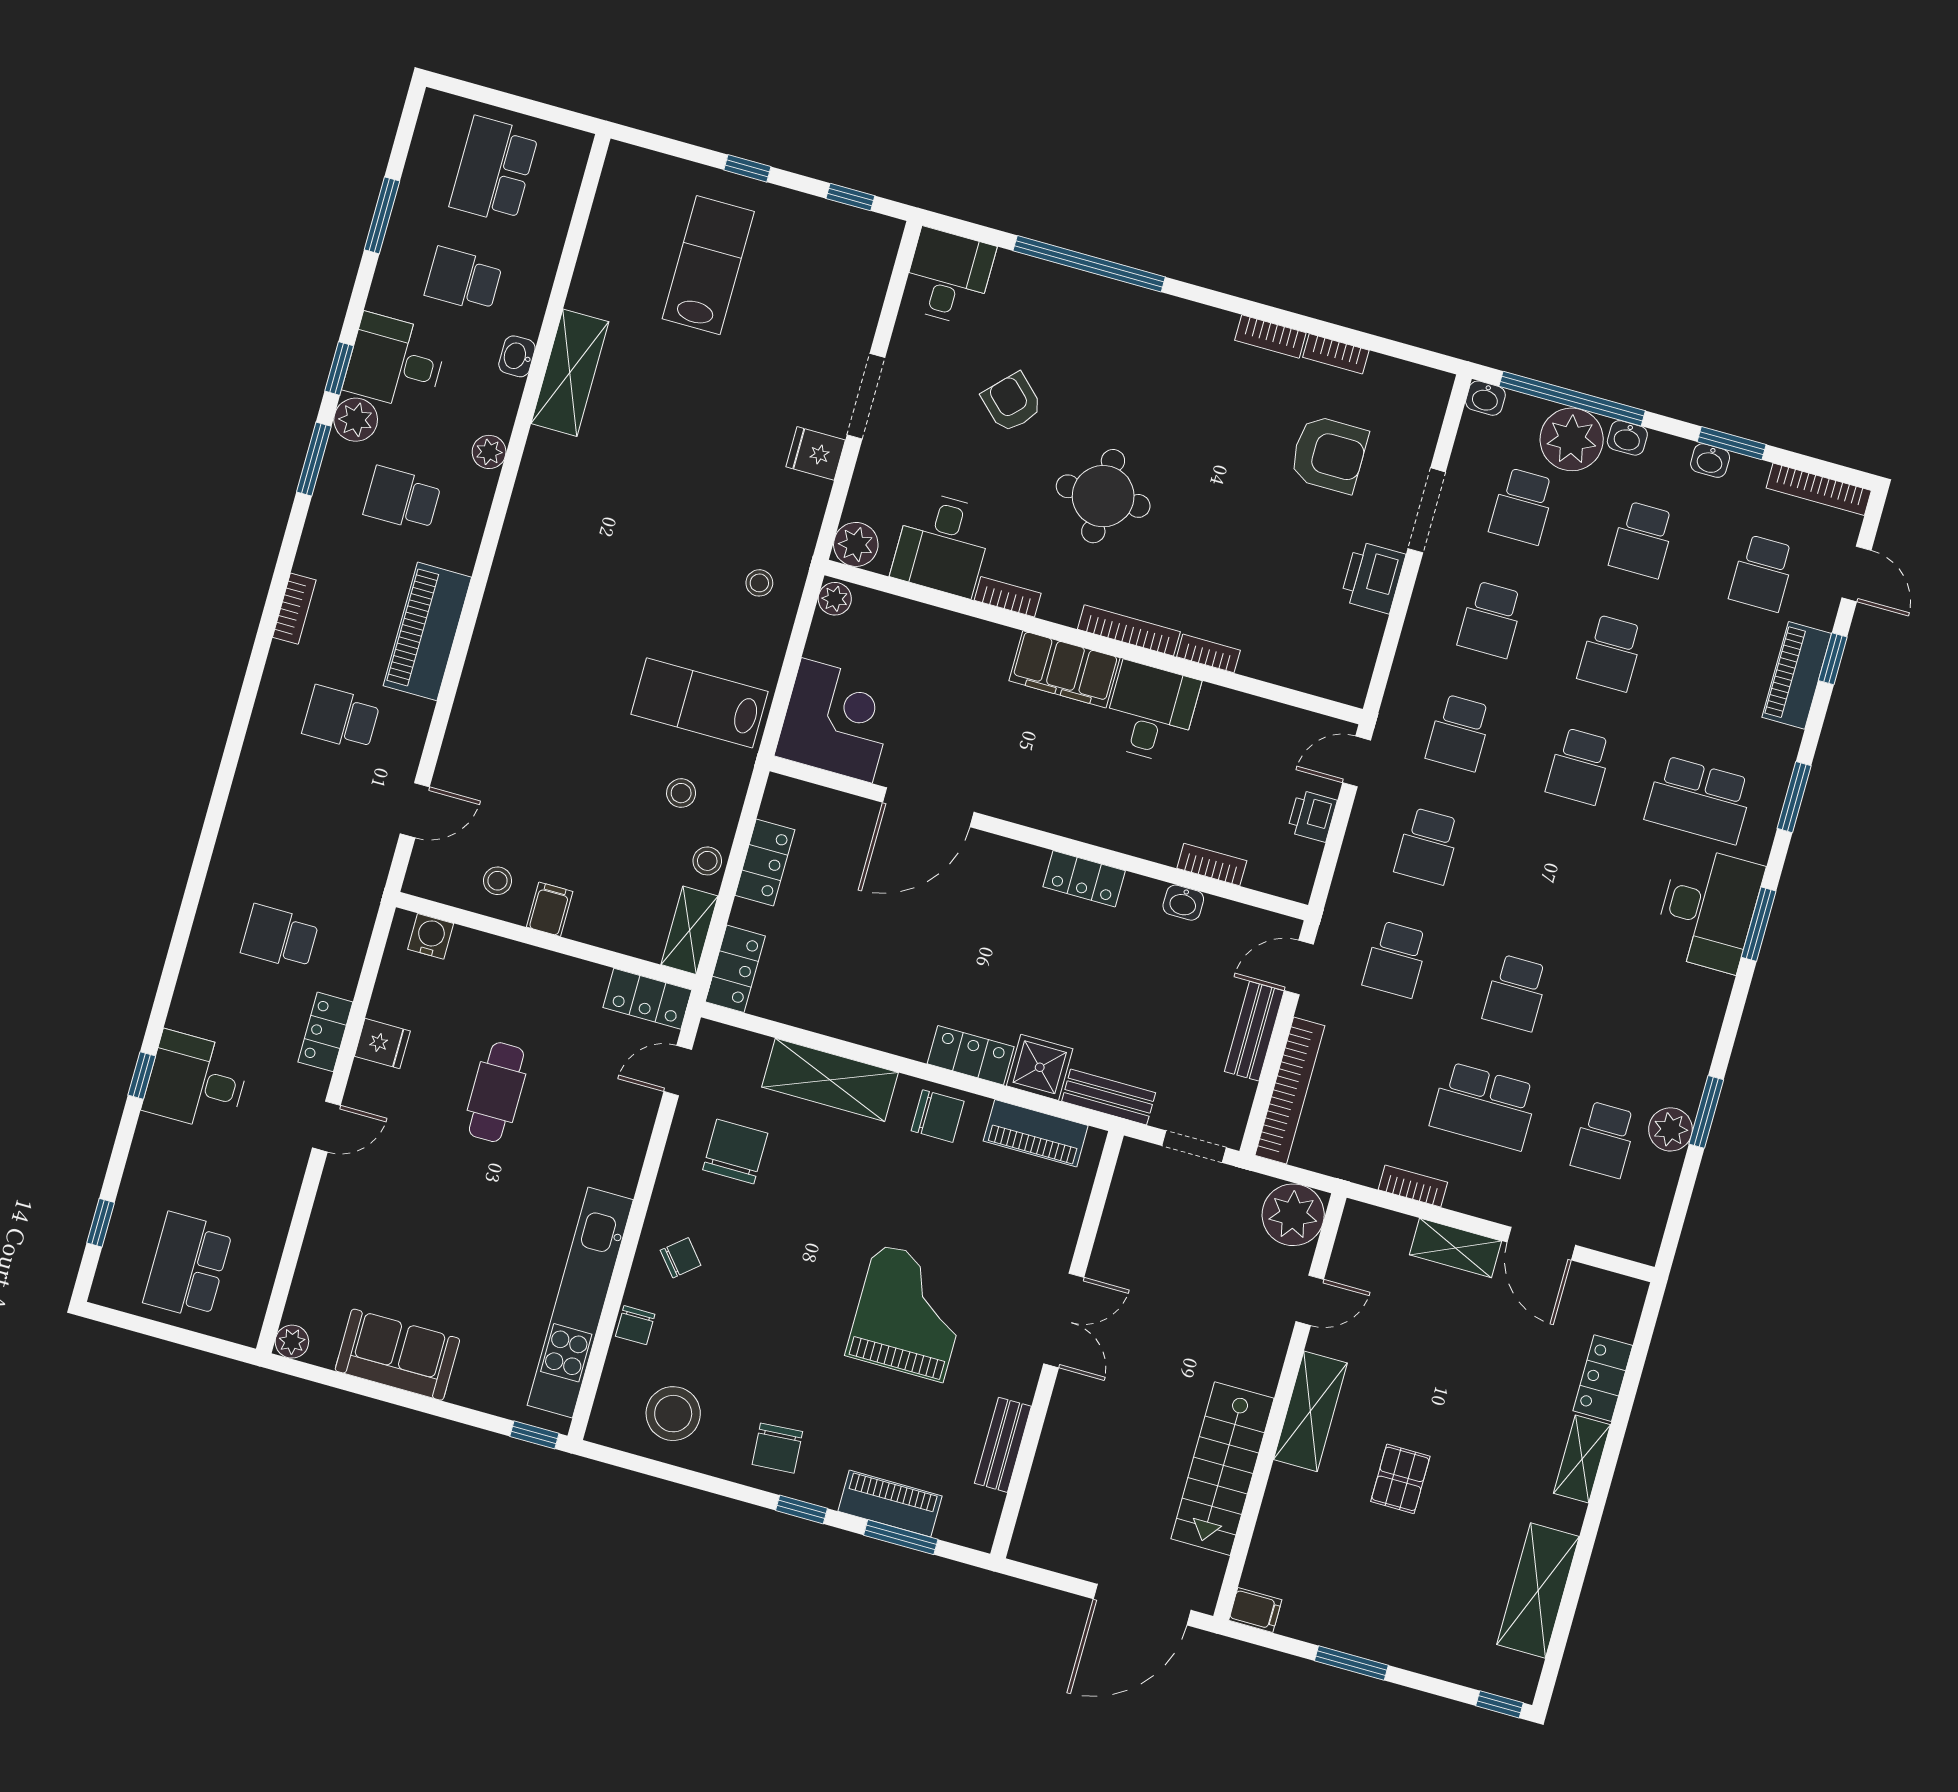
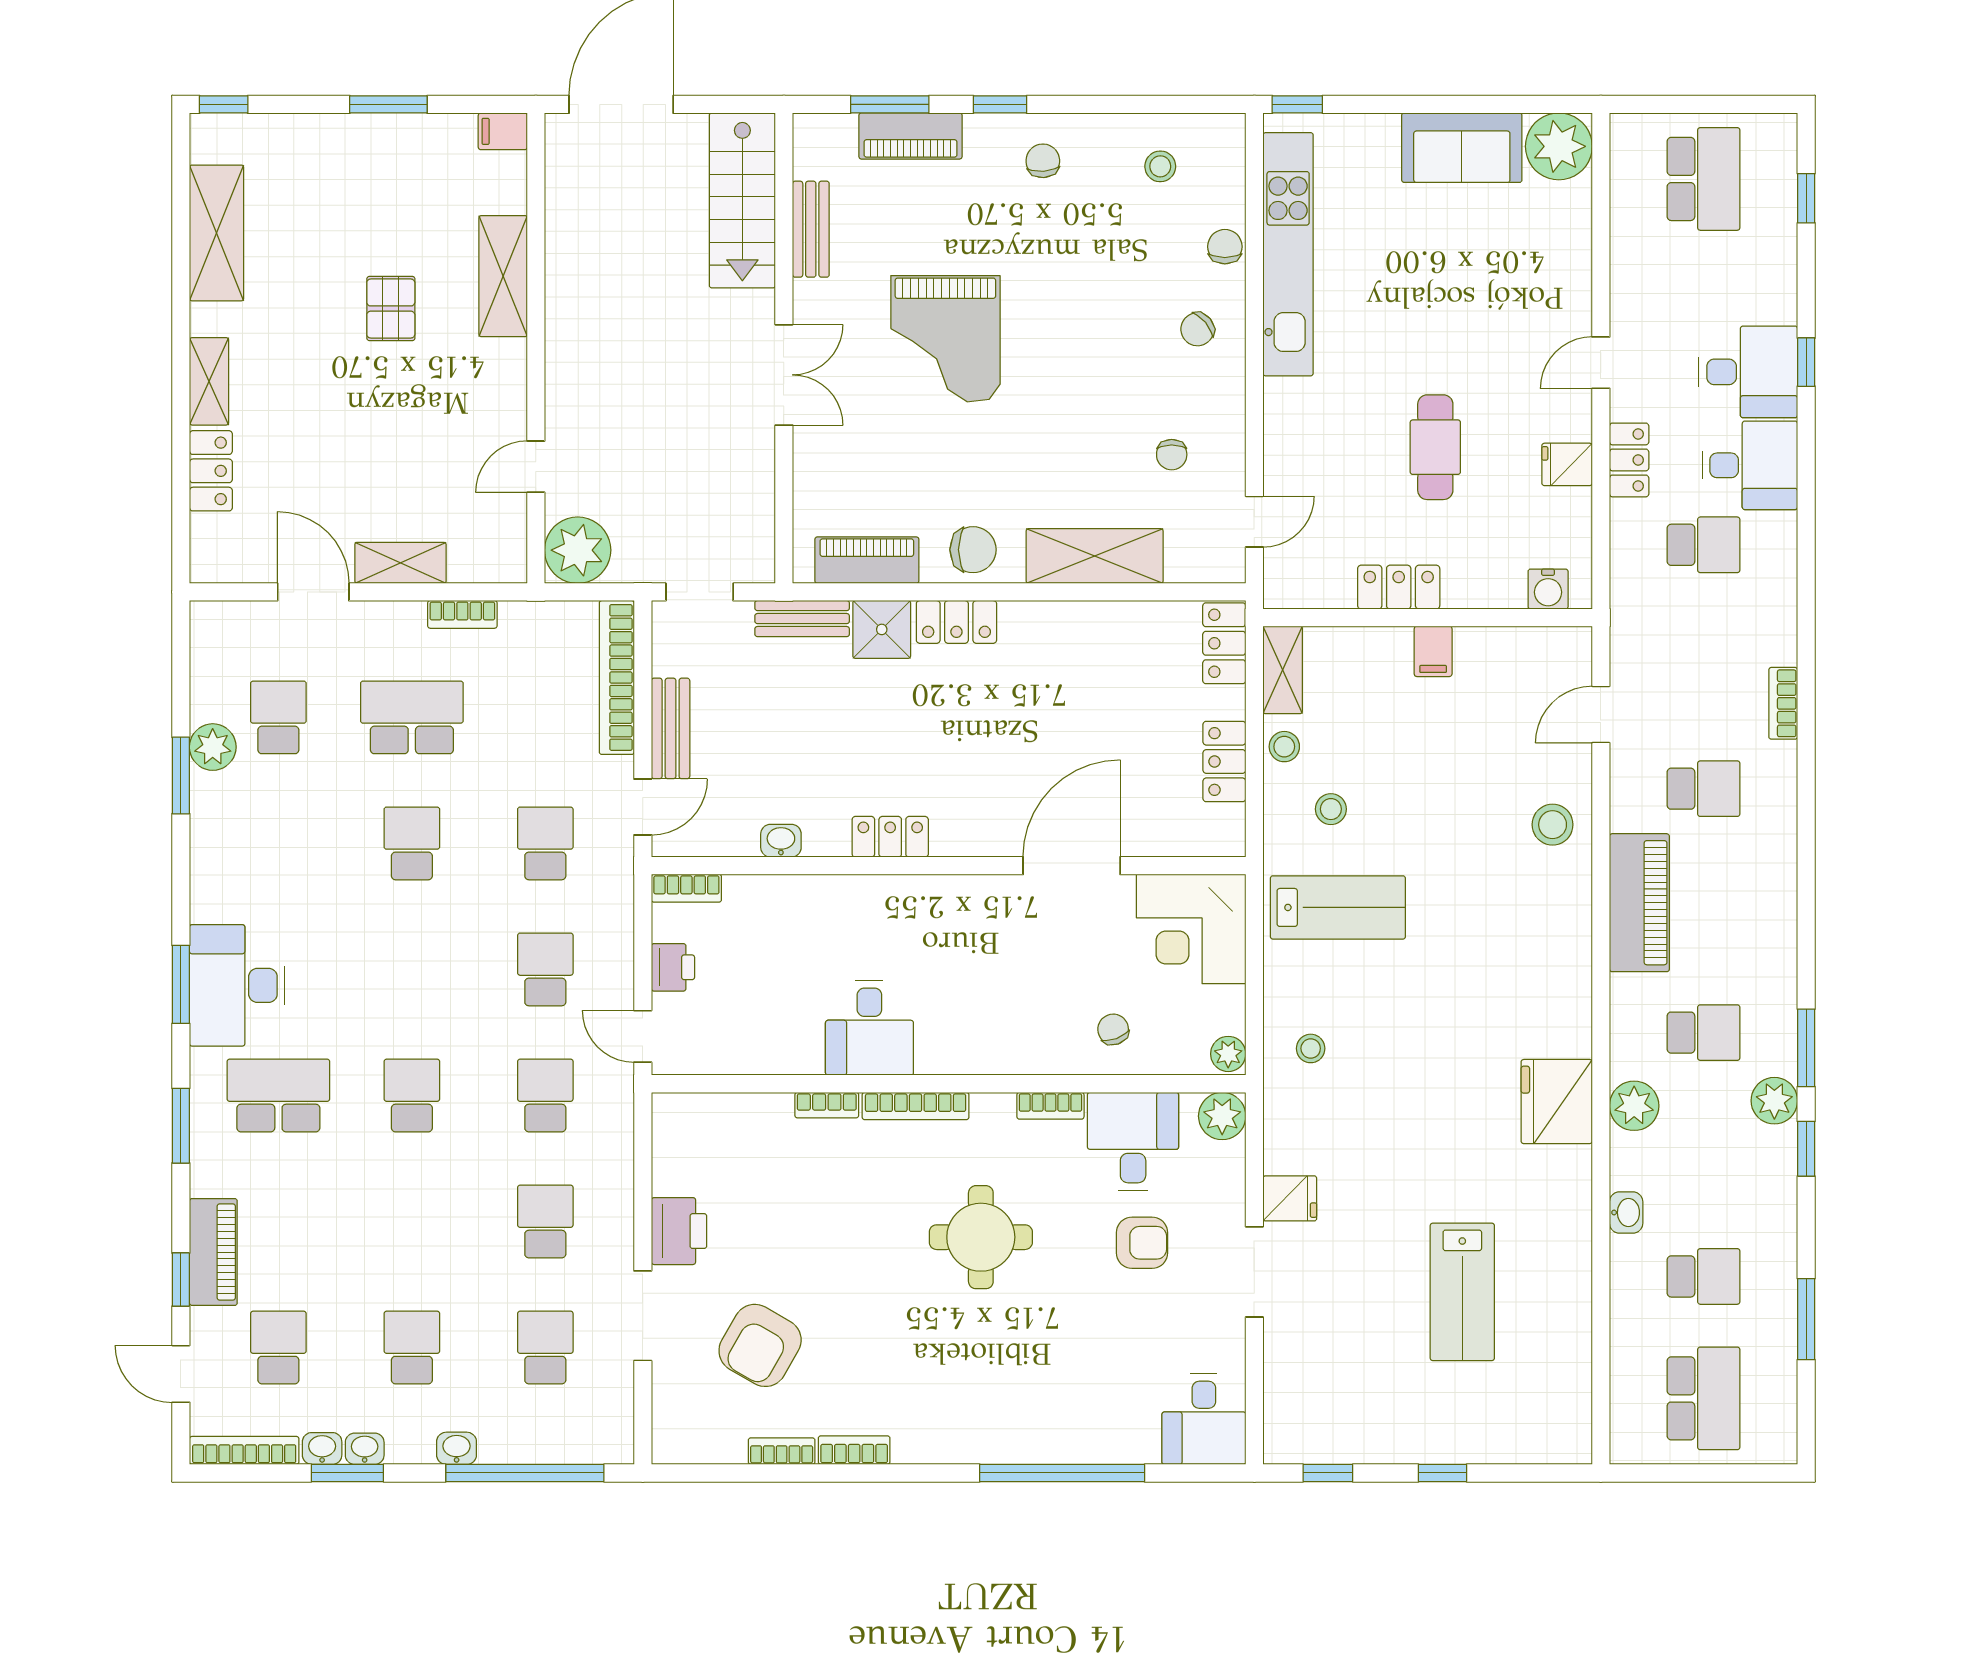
lab bench: (708, 265) -> (1462, 1292), moved
desk: (395, 362) -> (1750, 465), moved
shelving: (570, 373) -> (1567, 1211), removed
washbasin: (1485, 398) -> (322, 1448), moved
armchair: (1012, 402) -> (1142, 1243), moved, turned -44
plant: (1572, 439) -> (514, 1431), removed
plant: (489, 452) -> (1634, 1106), width x1.38, depth x1.38
armchair: (1329, 454) -> (760, 1345), turned -60
fridge: (552, 474) -> (1557, 1102), added
bookcase: (294, 609) -> (1783, 703), moved
chair: (932, 650) -> (1113, 1029), added
school desk: (1611, 653) -> (412, 1222), removed
filing cabinet: (1064, 669) -> (971, 1047), removed
door: (1357, 761) -> (643, 1036), swing flipped
bookcase: (1212, 865) -> (686, 888), moved
stool: (498, 881) -> (1553, 825), moved, width x1.37, depth x1.37
locker: (647, 999) -> (1399, 587), moved
chair: (938, 1116) -> (973, 550), turned 180
chair: (735, 1152) -> (1172, 455), width x0.54, depth x0.54
double door: (1064, 1321) -> (784, 375), swing flipped
plant: (292, 1342) -> (1559, 146), width x1.87, depth x1.87
shelving: (1310, 1411) -> (503, 276), moved
stool: (673, 1414) -> (1160, 166), width x0.53, depth x0.53
chair: (777, 1448) -> (1043, 161), width x0.73, depth x0.73
stairs: (1222, 1469) -> (742, 200), moved, turned 180

